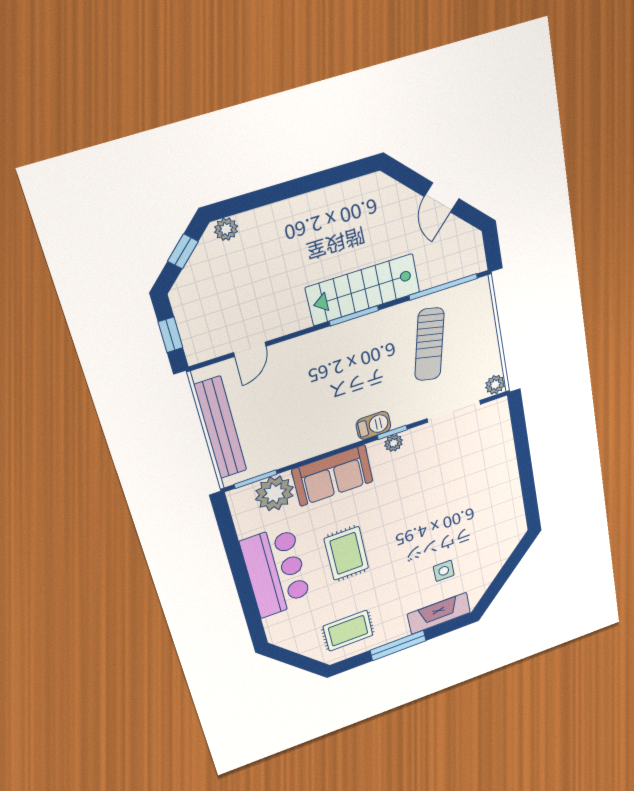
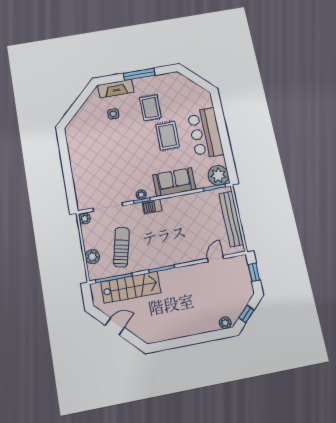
door: (442, 198) -> (115, 326), hinge flipped
stairs: (363, 290) -> (131, 287), moved
plant: (482, 320) -> (92, 257), added
plant: (274, 493) -> (218, 175), moved
rug: (348, 631) -> (150, 108), moved, turned 90

